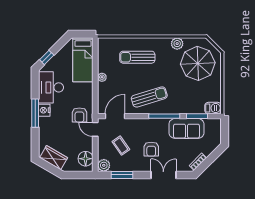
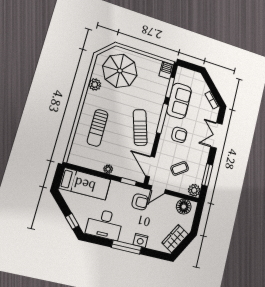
window: (95, 99) -> (128, 182), added
nightstand: (44, 110) -> (140, 240), moved
armchair: (151, 149) -> (179, 135), moved

